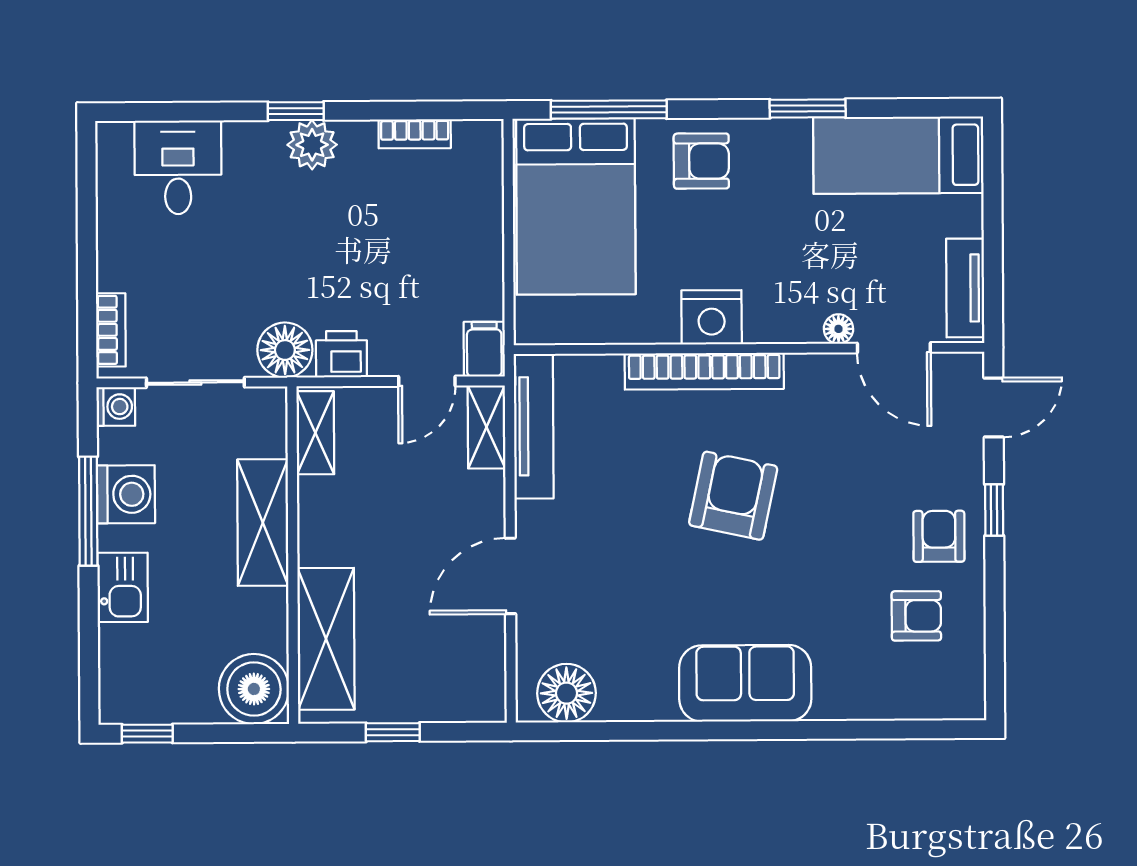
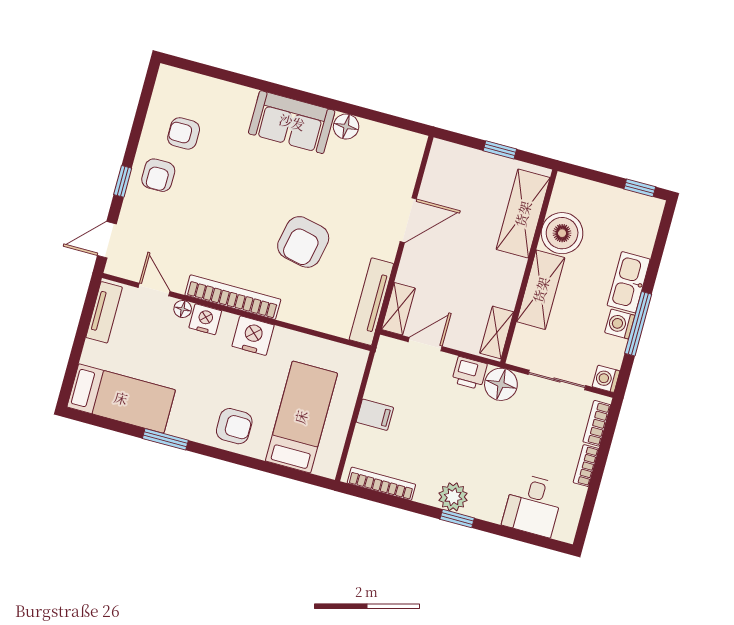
window: (609, 109) -> (279, 470), removed
bookcase: (415, 134) -> (381, 484), width x1.56
armchair: (701, 161) -> (234, 426), turned 180
bed: (576, 206) -> (301, 417), width x0.67
bookcase: (109, 256) -> (586, 466), added
nightstand: (797, 322) -> (205, 319), added
door: (894, 348) -> (154, 290), width x0.73
filing cabinet: (484, 349) -> (375, 415), moved, turned -90
bookcase: (704, 371) -> (233, 297), moved
washing machine: (126, 494) -> (620, 324), width x0.73, depth x0.73
armchair: (733, 496) -> (303, 242), moved
kitchen sink: (123, 587) -> (629, 282), width x1.38
boiler: (254, 689) -> (562, 233), moved
floor lamp: (566, 693) -> (346, 127), moved, width x0.73, depth x0.73

